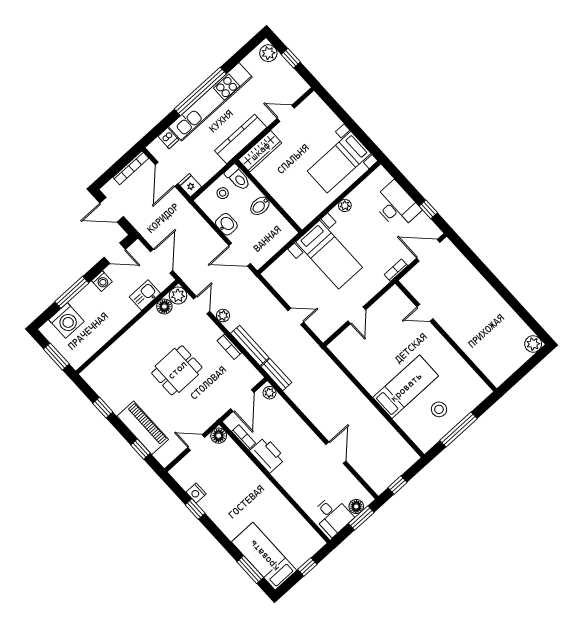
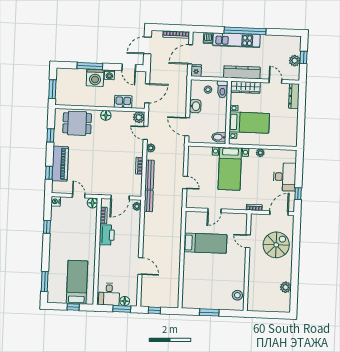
plant: (268, 53) -> (295, 61), moved
kitchen unit: (210, 102) -> (236, 40), width x0.73
dresser: (321, 110) -> (294, 96), added
bed with nightstands: (339, 162) -> (249, 123), moved, turned 180
bidet: (260, 206) -> (219, 137), moved
door: (112, 210) -> (147, 45), hinge flipped
door: (428, 250) -> (279, 213), hinge flipped
spiral stairs: (459, 287) -> (276, 245), added
door: (202, 305) -> (146, 133), swing flipped
floor lamp: (164, 306) -> (106, 115), moved
washing machine: (66, 321) -> (95, 78), moved
plant: (533, 344) -> (286, 287), moved
dining table: (177, 370) -> (77, 123), moved
bed: (406, 387) -> (205, 243), moved
stool: (439, 409) -> (237, 295), moved
window: (458, 429) -> (209, 312), width x0.69
door: (336, 453) -> (140, 266), hinge flipped
nightstand: (196, 493) -> (56, 201), moved
bed: (264, 556) -> (77, 282), moved

